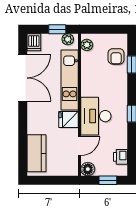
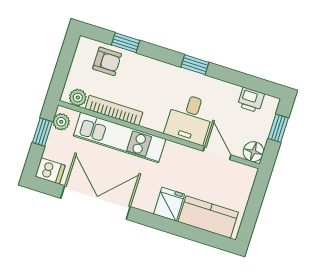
bookcase: (86, 71) -> (114, 110), added
desk: (96, 116) -> (190, 119), width x0.73
fridge: (68, 119) -> (169, 204), moved, turned 180

